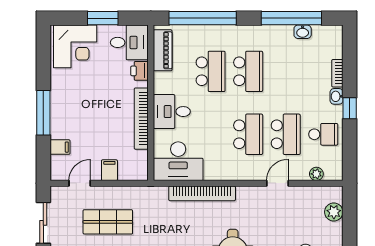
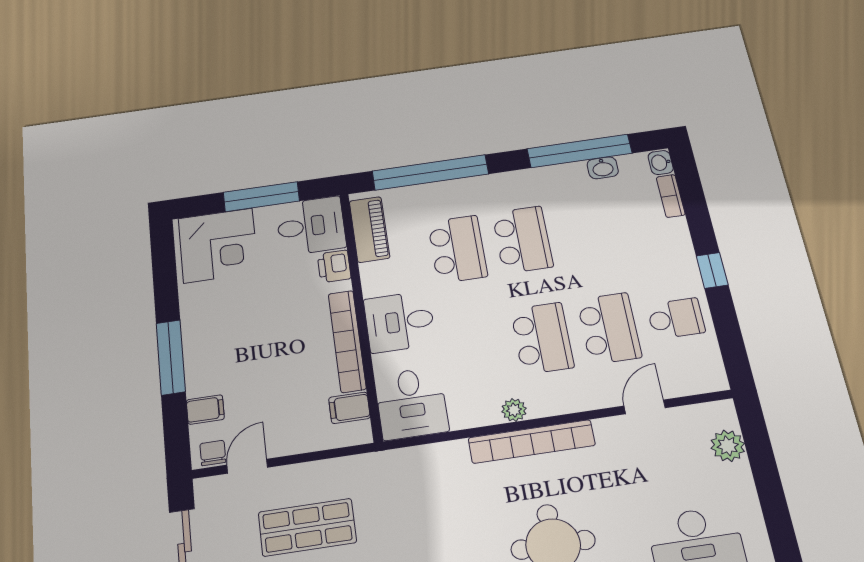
window: (103, 18) -> (261, 197), width x1.44
bookcase: (337, 73) -> (671, 196), moved
washbasin: (337, 96) -> (661, 162), moved
desk: (178, 161) -> (411, 403), width x0.73
filing cabinet: (109, 170) -> (349, 408), moved, turned -90
chair: (62, 173) -> (213, 453), added
plant: (316, 174) -> (514, 410), moved
door: (277, 183) -> (645, 407), moved
bookcase: (202, 193) -> (532, 442), moved

